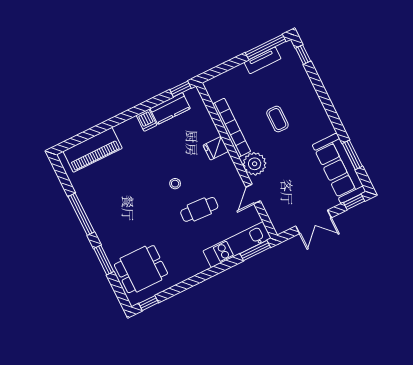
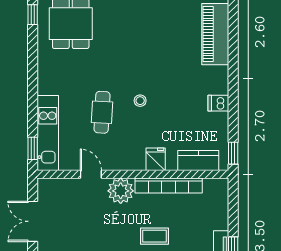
kitchen counter: (170, 108) -> (198, 160), moved, turned 90
window: (255, 251) -> (33, 148), width x0.67

